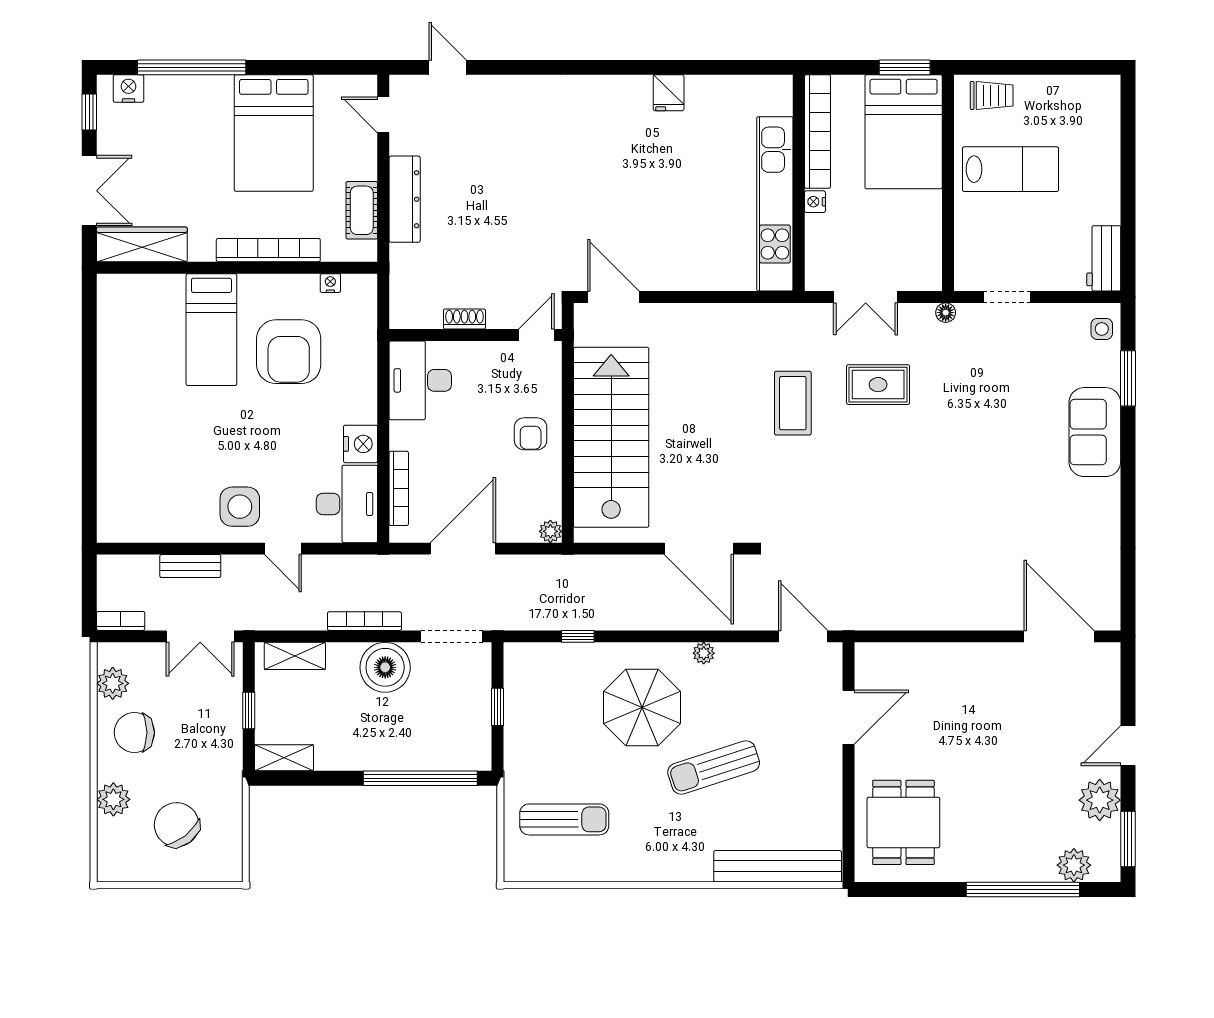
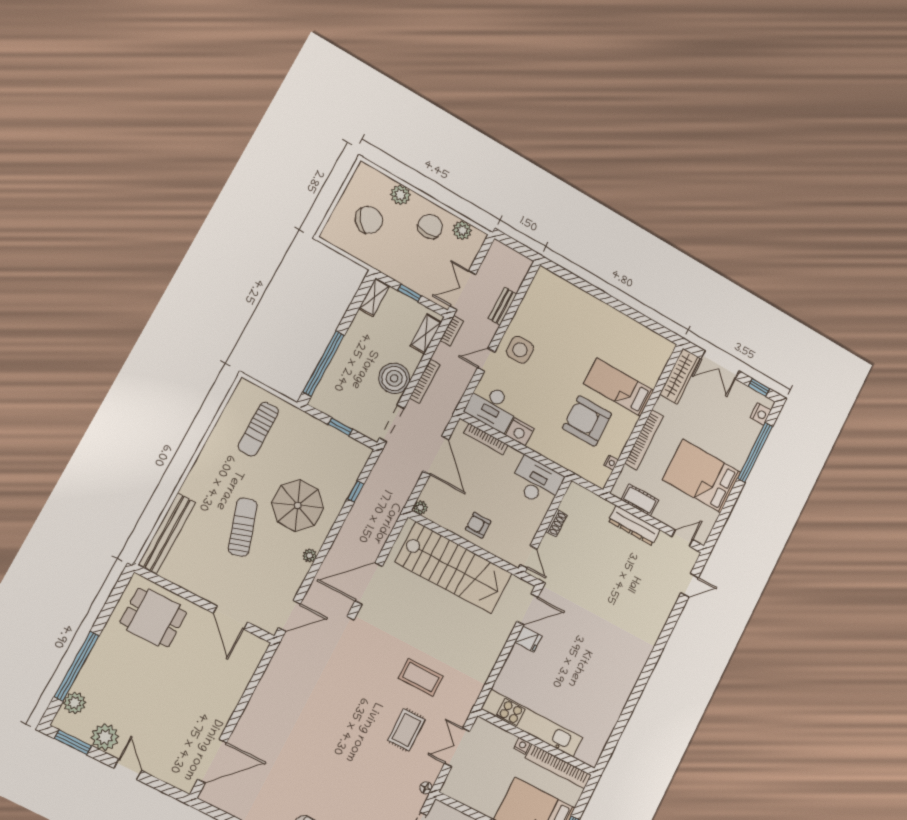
fridge: (669, 93) -> (528, 639), moved, turned 180
bookcase: (121, 621) -> (452, 331), moved

